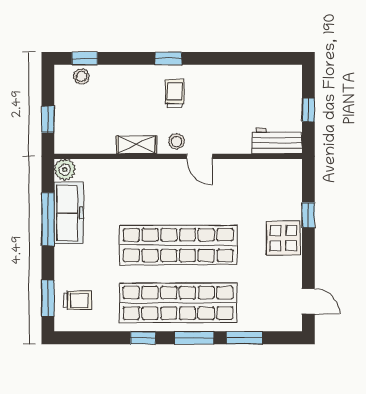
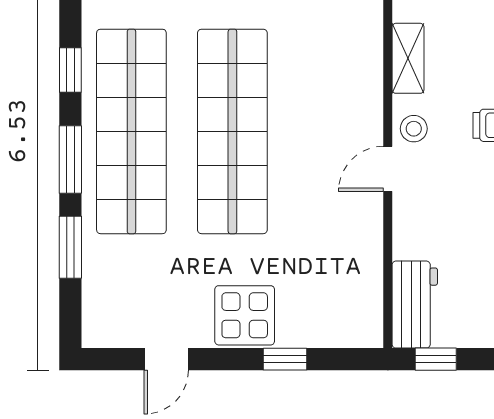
window: (308, 110) -> (436, 359), moved
door: (308, 301) -> (166, 359), moved

